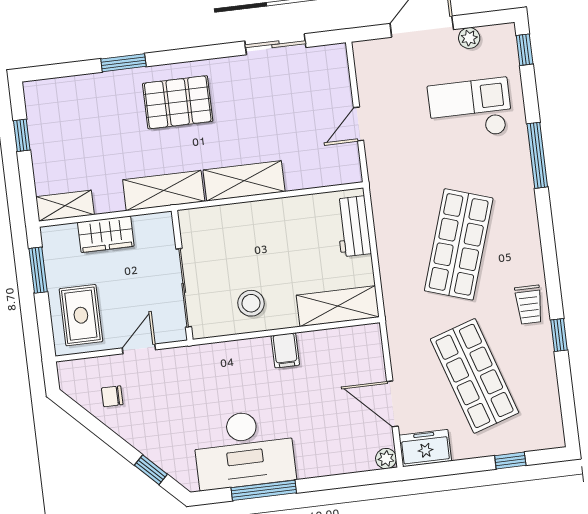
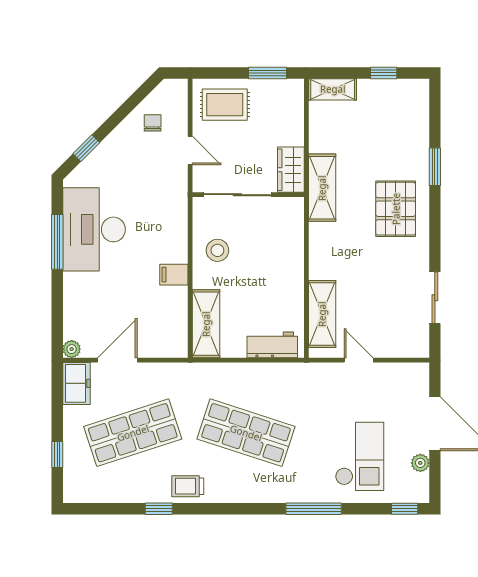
shelving: (244, 181) -> (322, 314), moved
shelving: (65, 206) -> (333, 89), moved, turned 90
wardrobe: (106, 234) -> (291, 170), moved

